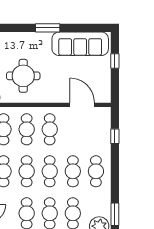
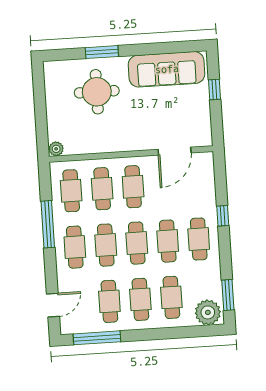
window: (48, 28) -> (102, 52), moved
round table: (23, 76) -> (97, 92), moved
door: (82, 105) -> (175, 151), swing flipped
window: (115, 136) -> (223, 216), moved

